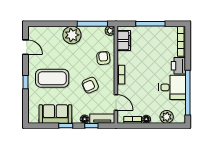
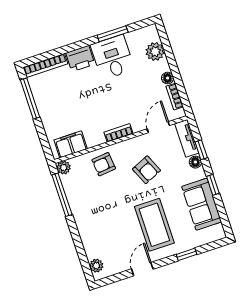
window: (150, 24) -> (30, 99), moved
plant: (72, 35) -> (96, 266), moved, width x0.53, depth x0.53
door: (26, 47) -> (142, 269), moved
window: (26, 82) -> (187, 254), moved
window: (188, 93) -> (113, 34), width x0.47

